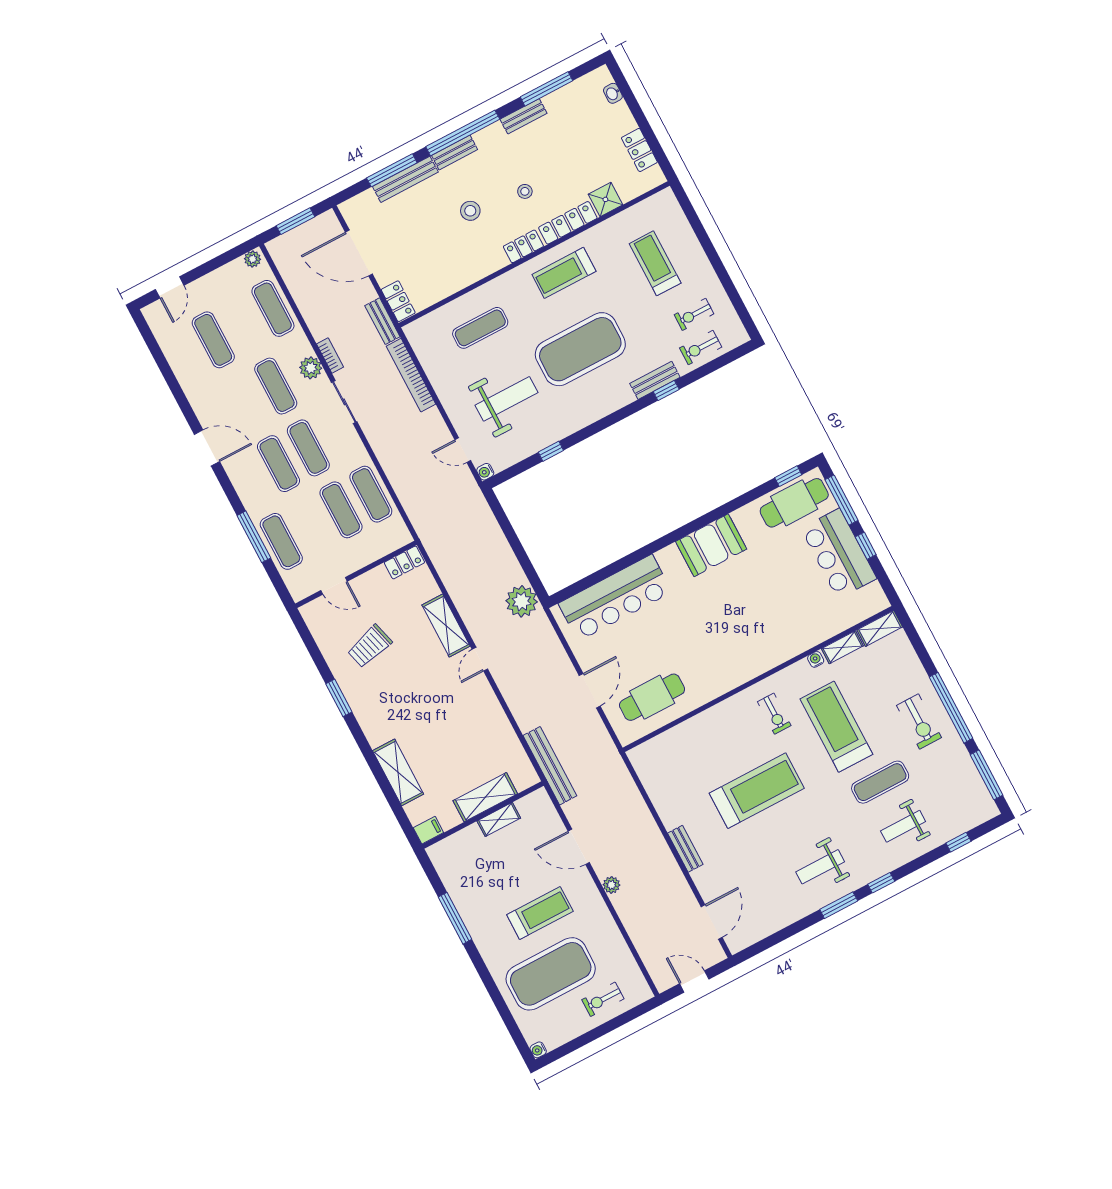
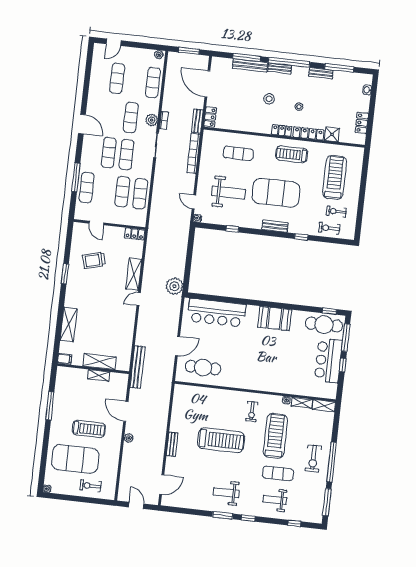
treadmill: (655, 263) -> (335, 177), width x1.37, depth x1.38
bench: (655, 380) -> (275, 226), moved

